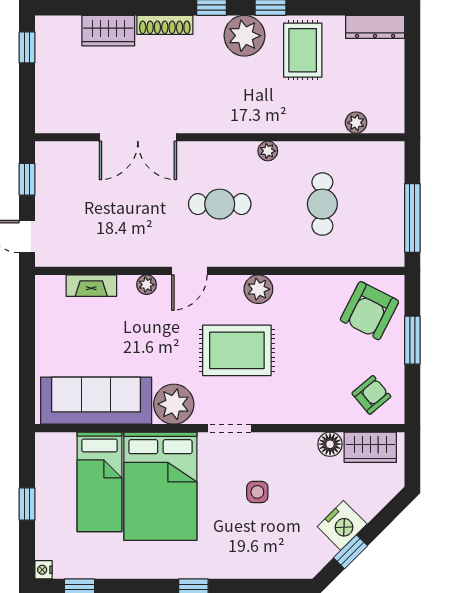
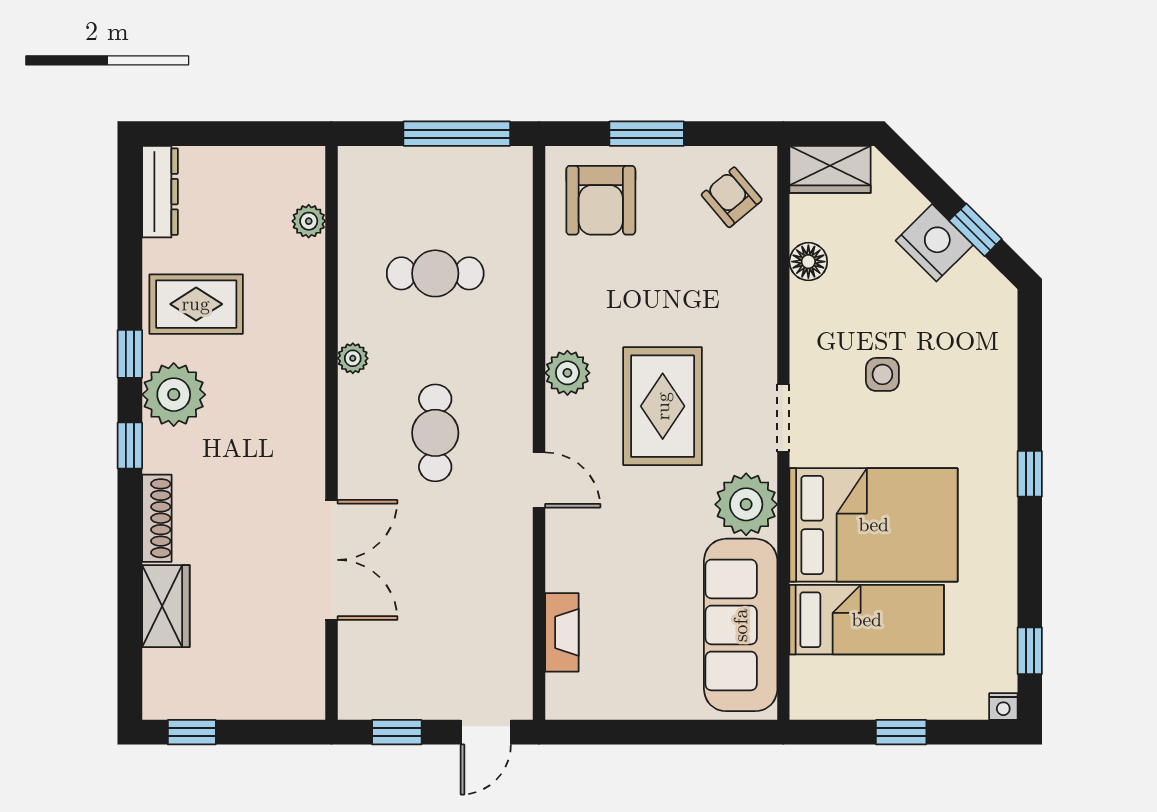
plant: (147, 285) -> (560, 547), removed
armchair: (369, 311) -> (601, 200), turned 63
wardrobe: (370, 447) -> (830, 169), moved, turned 90

